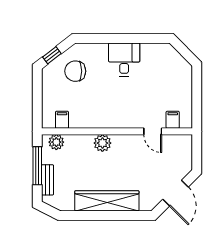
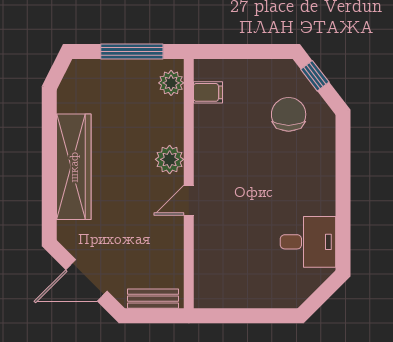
desk: (124, 59) -> (308, 242), moved
filing cabinet: (173, 120) -> (208, 276), removed
door: (153, 131) -> (189, 200), moved
bench: (48, 180) -> (153, 299), moved

